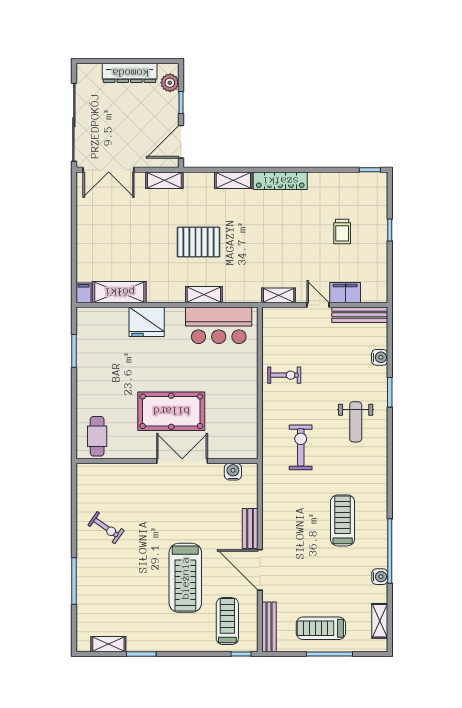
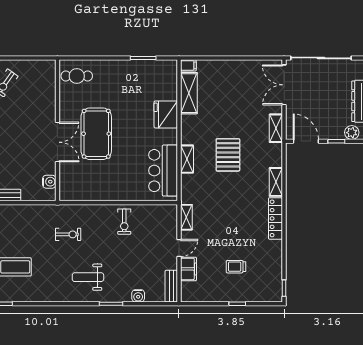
bench: (360, 315) -> (171, 286), width x0.73
exercise bike: (301, 447) -> (68, 234), width x0.73, depth x0.72

